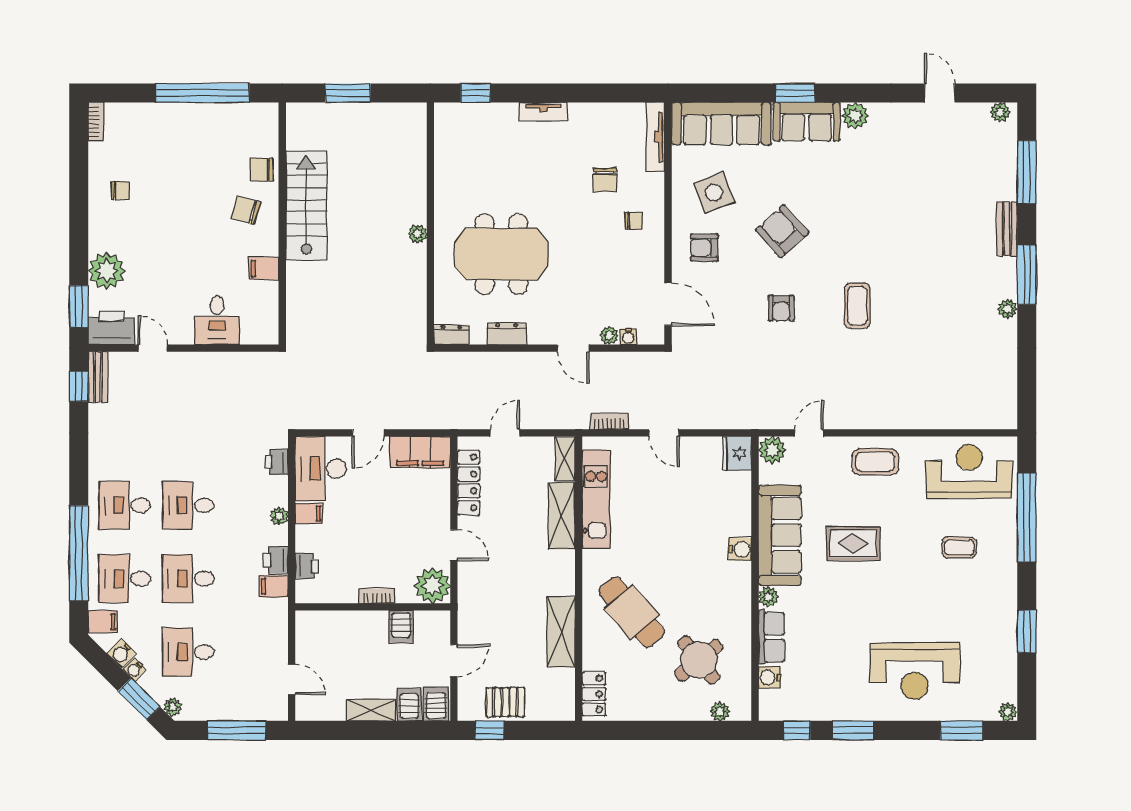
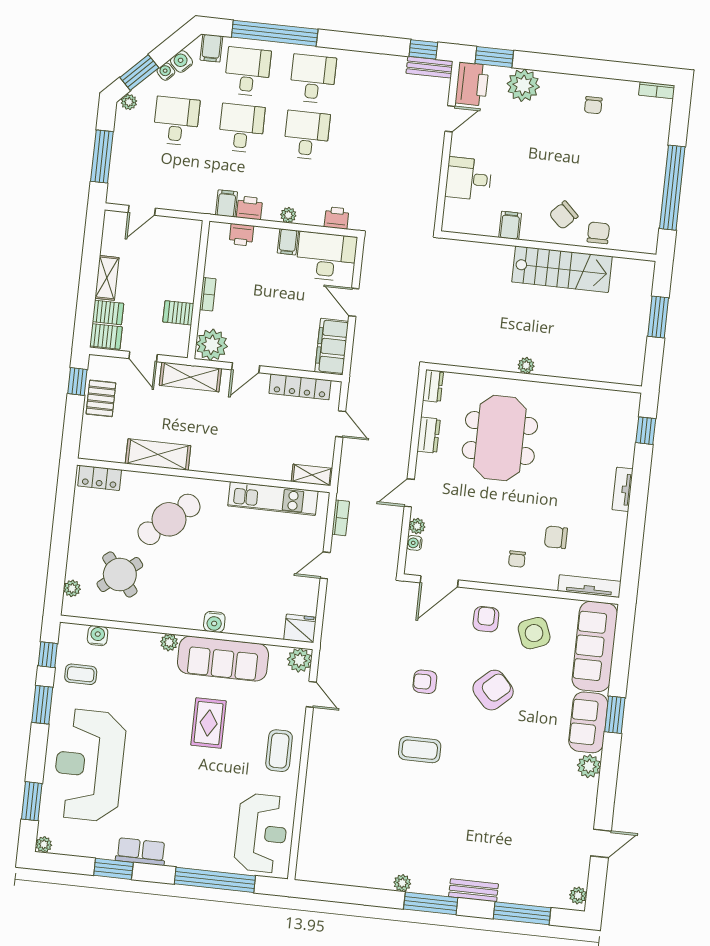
chair: (246, 210) -> (564, 215), turned -152
shelving: (562, 516) -> (190, 377), moved
coffee table: (959, 548) -> (81, 674), moved, turned 90
row of seats: (772, 637) -> (141, 852), moved, turned 180
reception desk: (915, 671) -> (89, 765), width x1.36, depth x1.30

